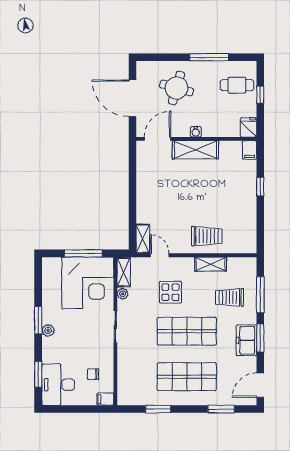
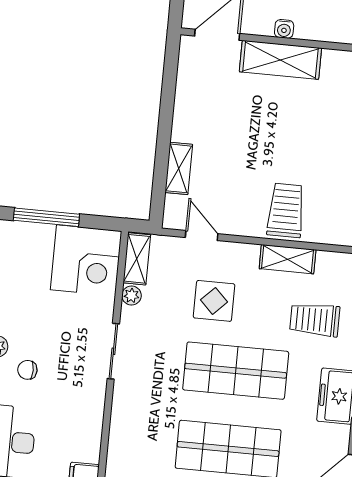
trolley: (207, 236) -> (286, 210), turned -90
shelving: (143, 239) -> (179, 168), moved
window: (83, 253) -> (46, 217), moved
corner desk: (88, 283) -> (86, 260), width x0.74, depth x0.74
chair: (93, 374) -> (27, 370), moved

